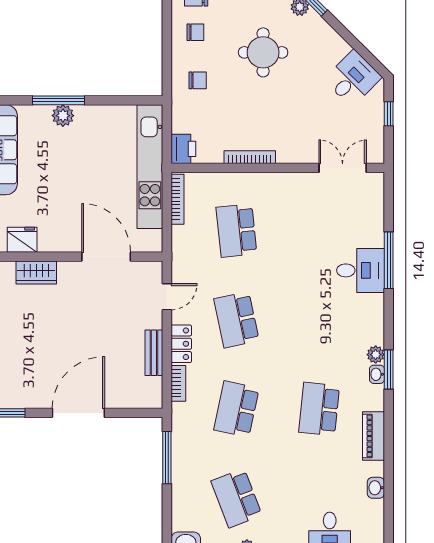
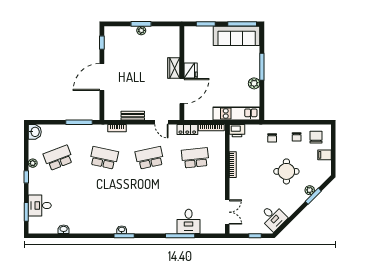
plant: (63, 116) -> (254, 83), moved
kitchen unit: (150, 167) -> (236, 113), width x0.73
fridge: (22, 240) -> (191, 70), moved
desk: (361, 270) -> (189, 221), moved
wardrobe: (36, 273) -> (174, 68), moved
locker: (181, 344) -> (187, 130), moved
plant: (376, 355) -> (132, 229), removed
school desk: (319, 409) -> (104, 200), removed
door: (78, 413) -> (102, 77), swing flipped
piano: (374, 436) -> (90, 228), removed

